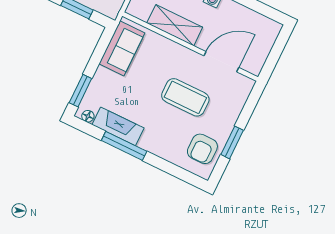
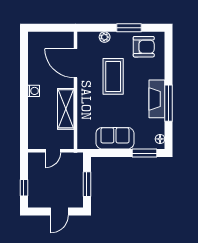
sofa: (122, 48) -> (115, 138), moved
plant: (235, 109) -> (105, 37), added
fireplace: (118, 126) -> (157, 99), moved

